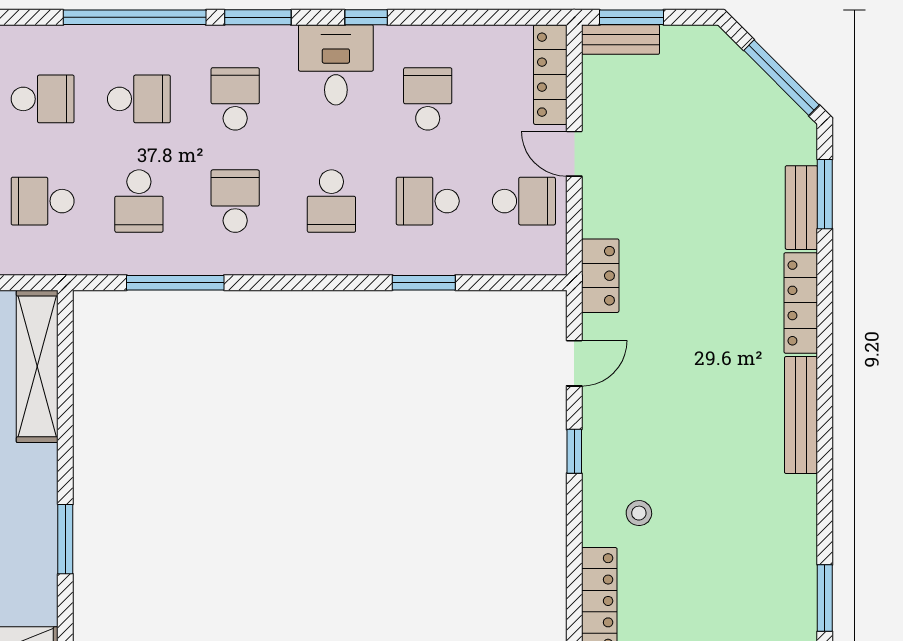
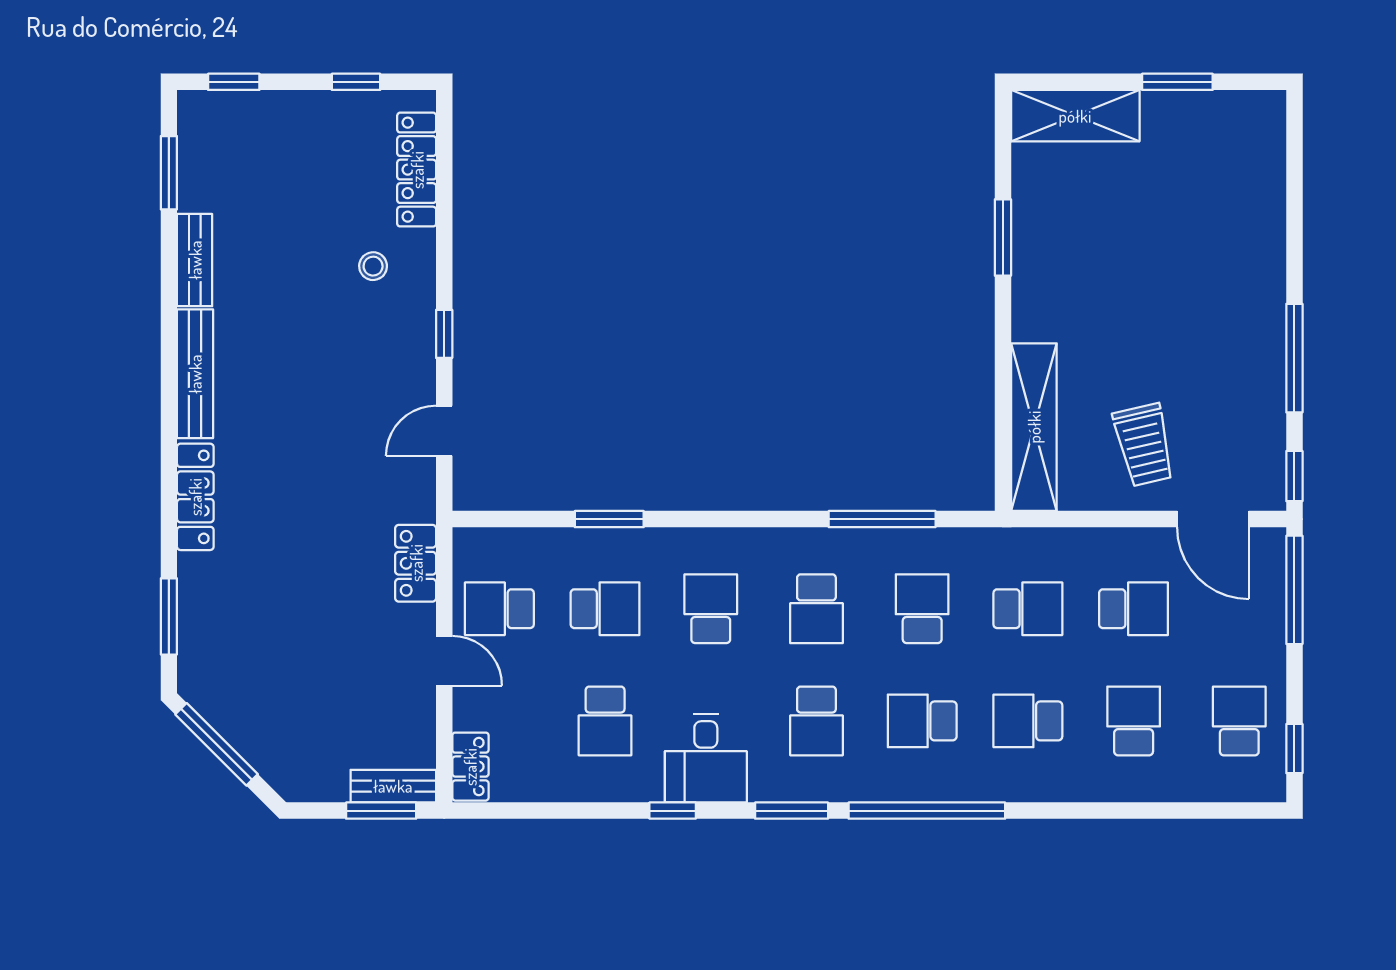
locker: (550, 75) -> (470, 767), width x0.66
bench: (801, 208) -> (195, 260), moved
locker: (600, 276) -> (416, 563), moved

